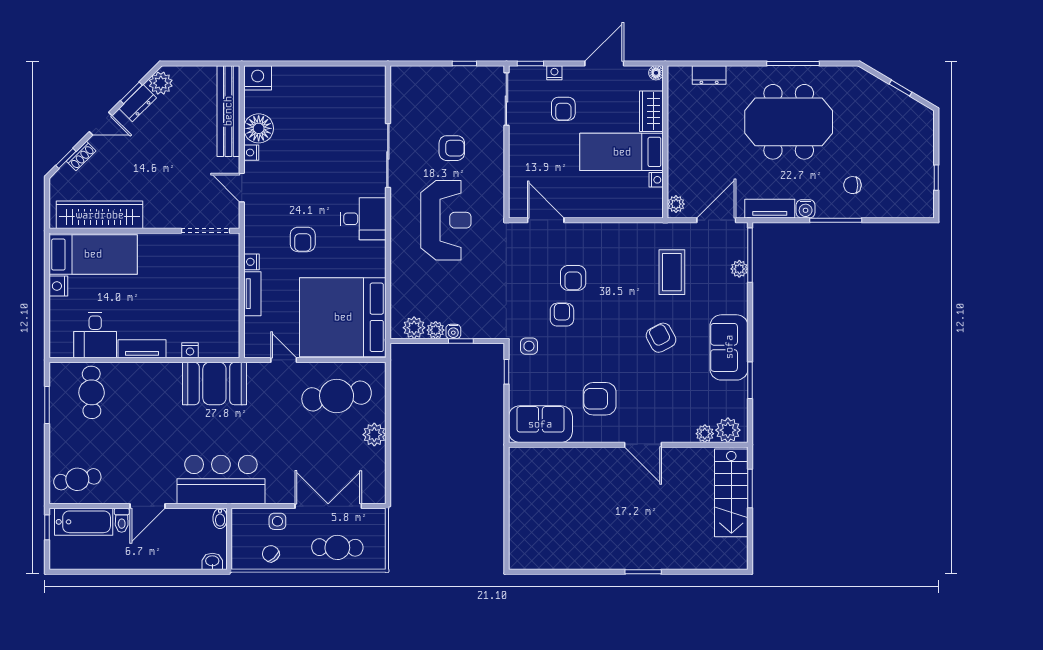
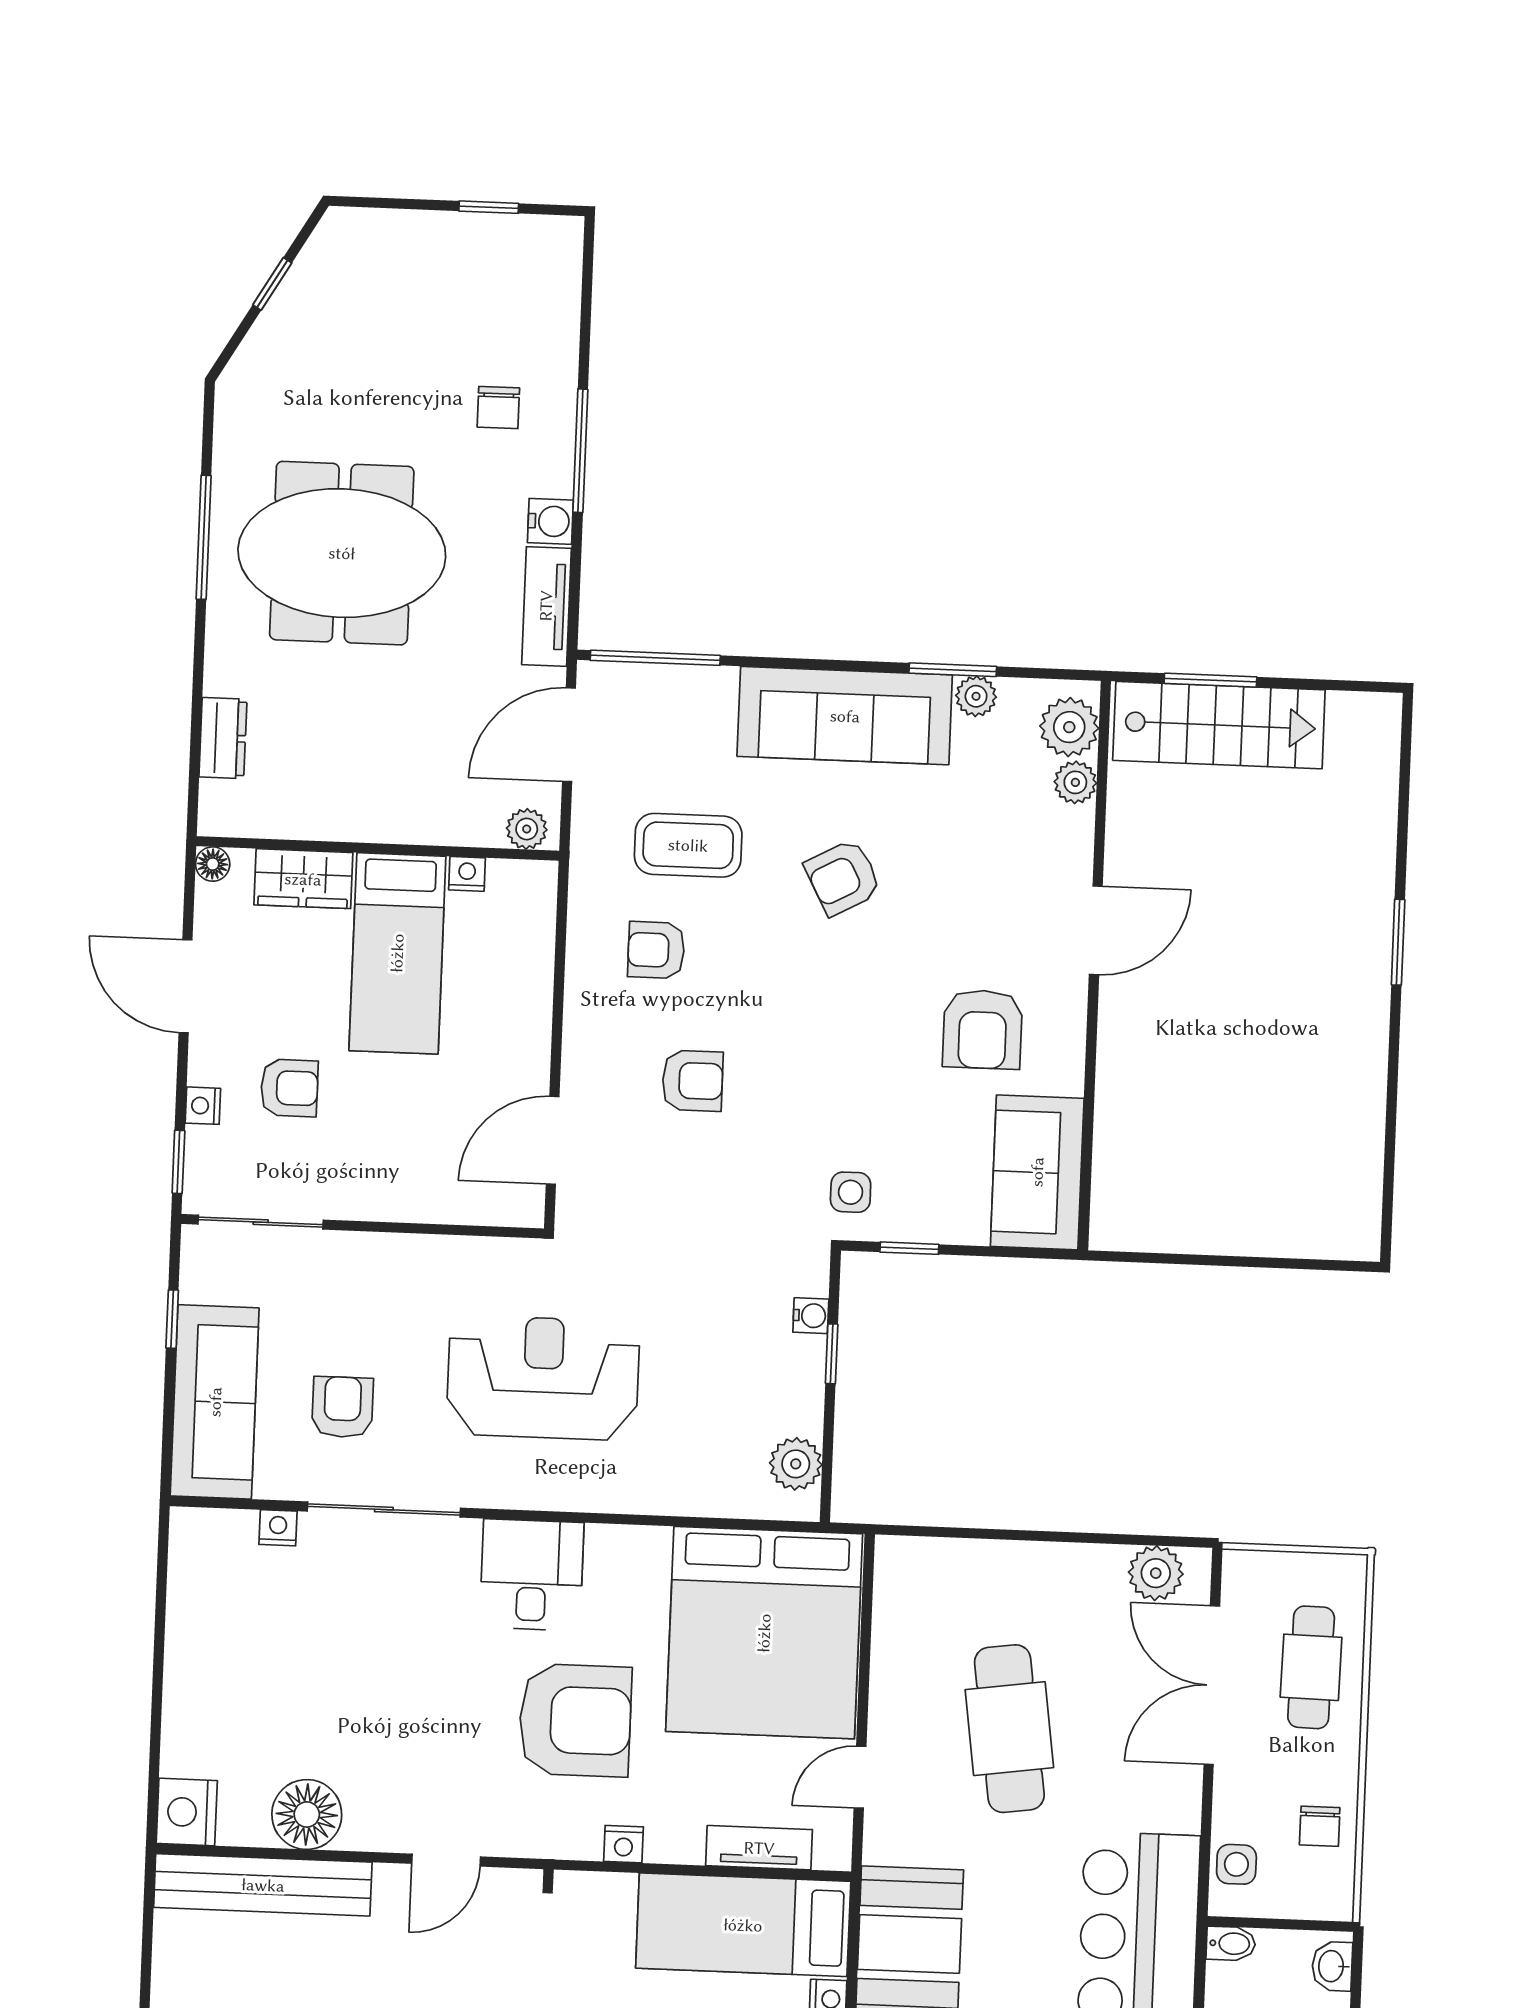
sofa: (430, 83) -> (215, 1402), added
meeting table: (789, 122) -> (342, 553), turned 90
armchair: (452, 148) -> (343, 1407), moved
nightstand: (251, 153) -> (278, 1528), moved, turned 180
door: (716, 220) -> (569, 735), hinge flipped
armchair: (303, 239) -> (575, 1720), width x1.88, depth x1.88
plant: (739, 269) -> (976, 696), moved
tv unit: (252, 294) -> (759, 1848), moved
bed: (220, 313) -> (743, 1925), added
armchair: (562, 315) -> (656, 950), moved
plant: (436, 330) -> (803, 1413), removed
water cooler: (453, 332) -> (811, 1316), moved
sofa: (729, 347) -> (845, 716), width x1.36
cafe table: (337, 396) -> (1009, 1729), moved
plant: (374, 435) -> (1156, 1573), moved
side table: (277, 521) -> (1236, 1864), moved
chair: (271, 554) -> (1320, 1826), turned -47

